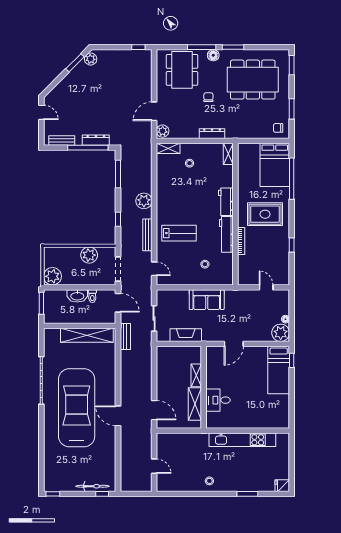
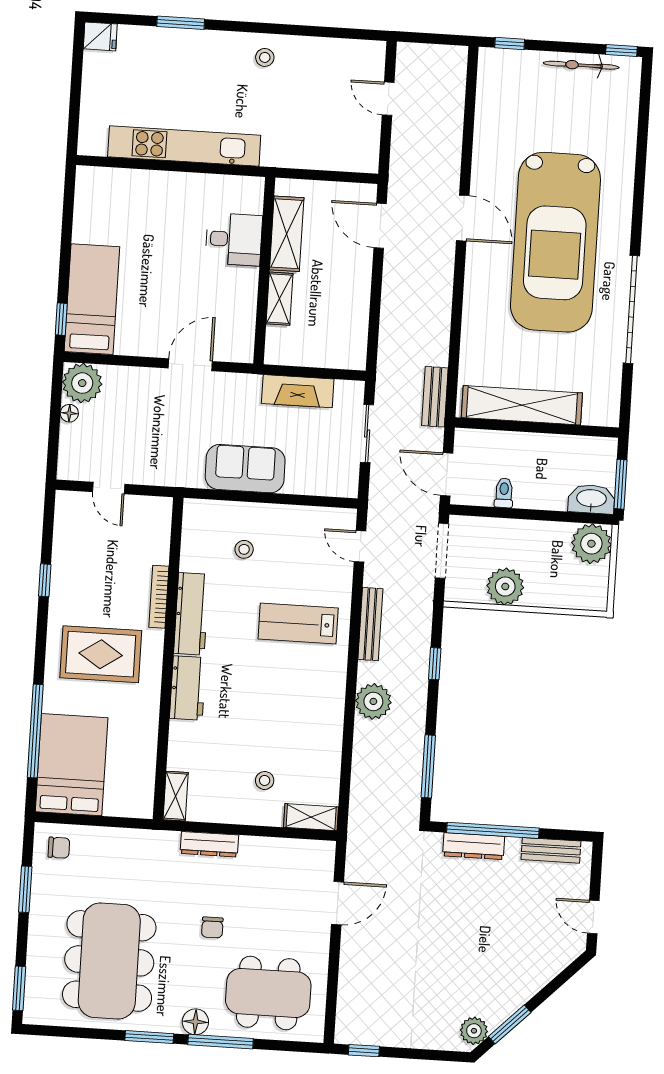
dining table: (182, 70) -> (268, 993), turned 90
dining table: (253, 80) -> (109, 961), turned 90
plant: (163, 131) -> (321, 857), removed
washbasin: (77, 296) -> (591, 499), moved
bicycle: (92, 486) -> (581, 65), moved

